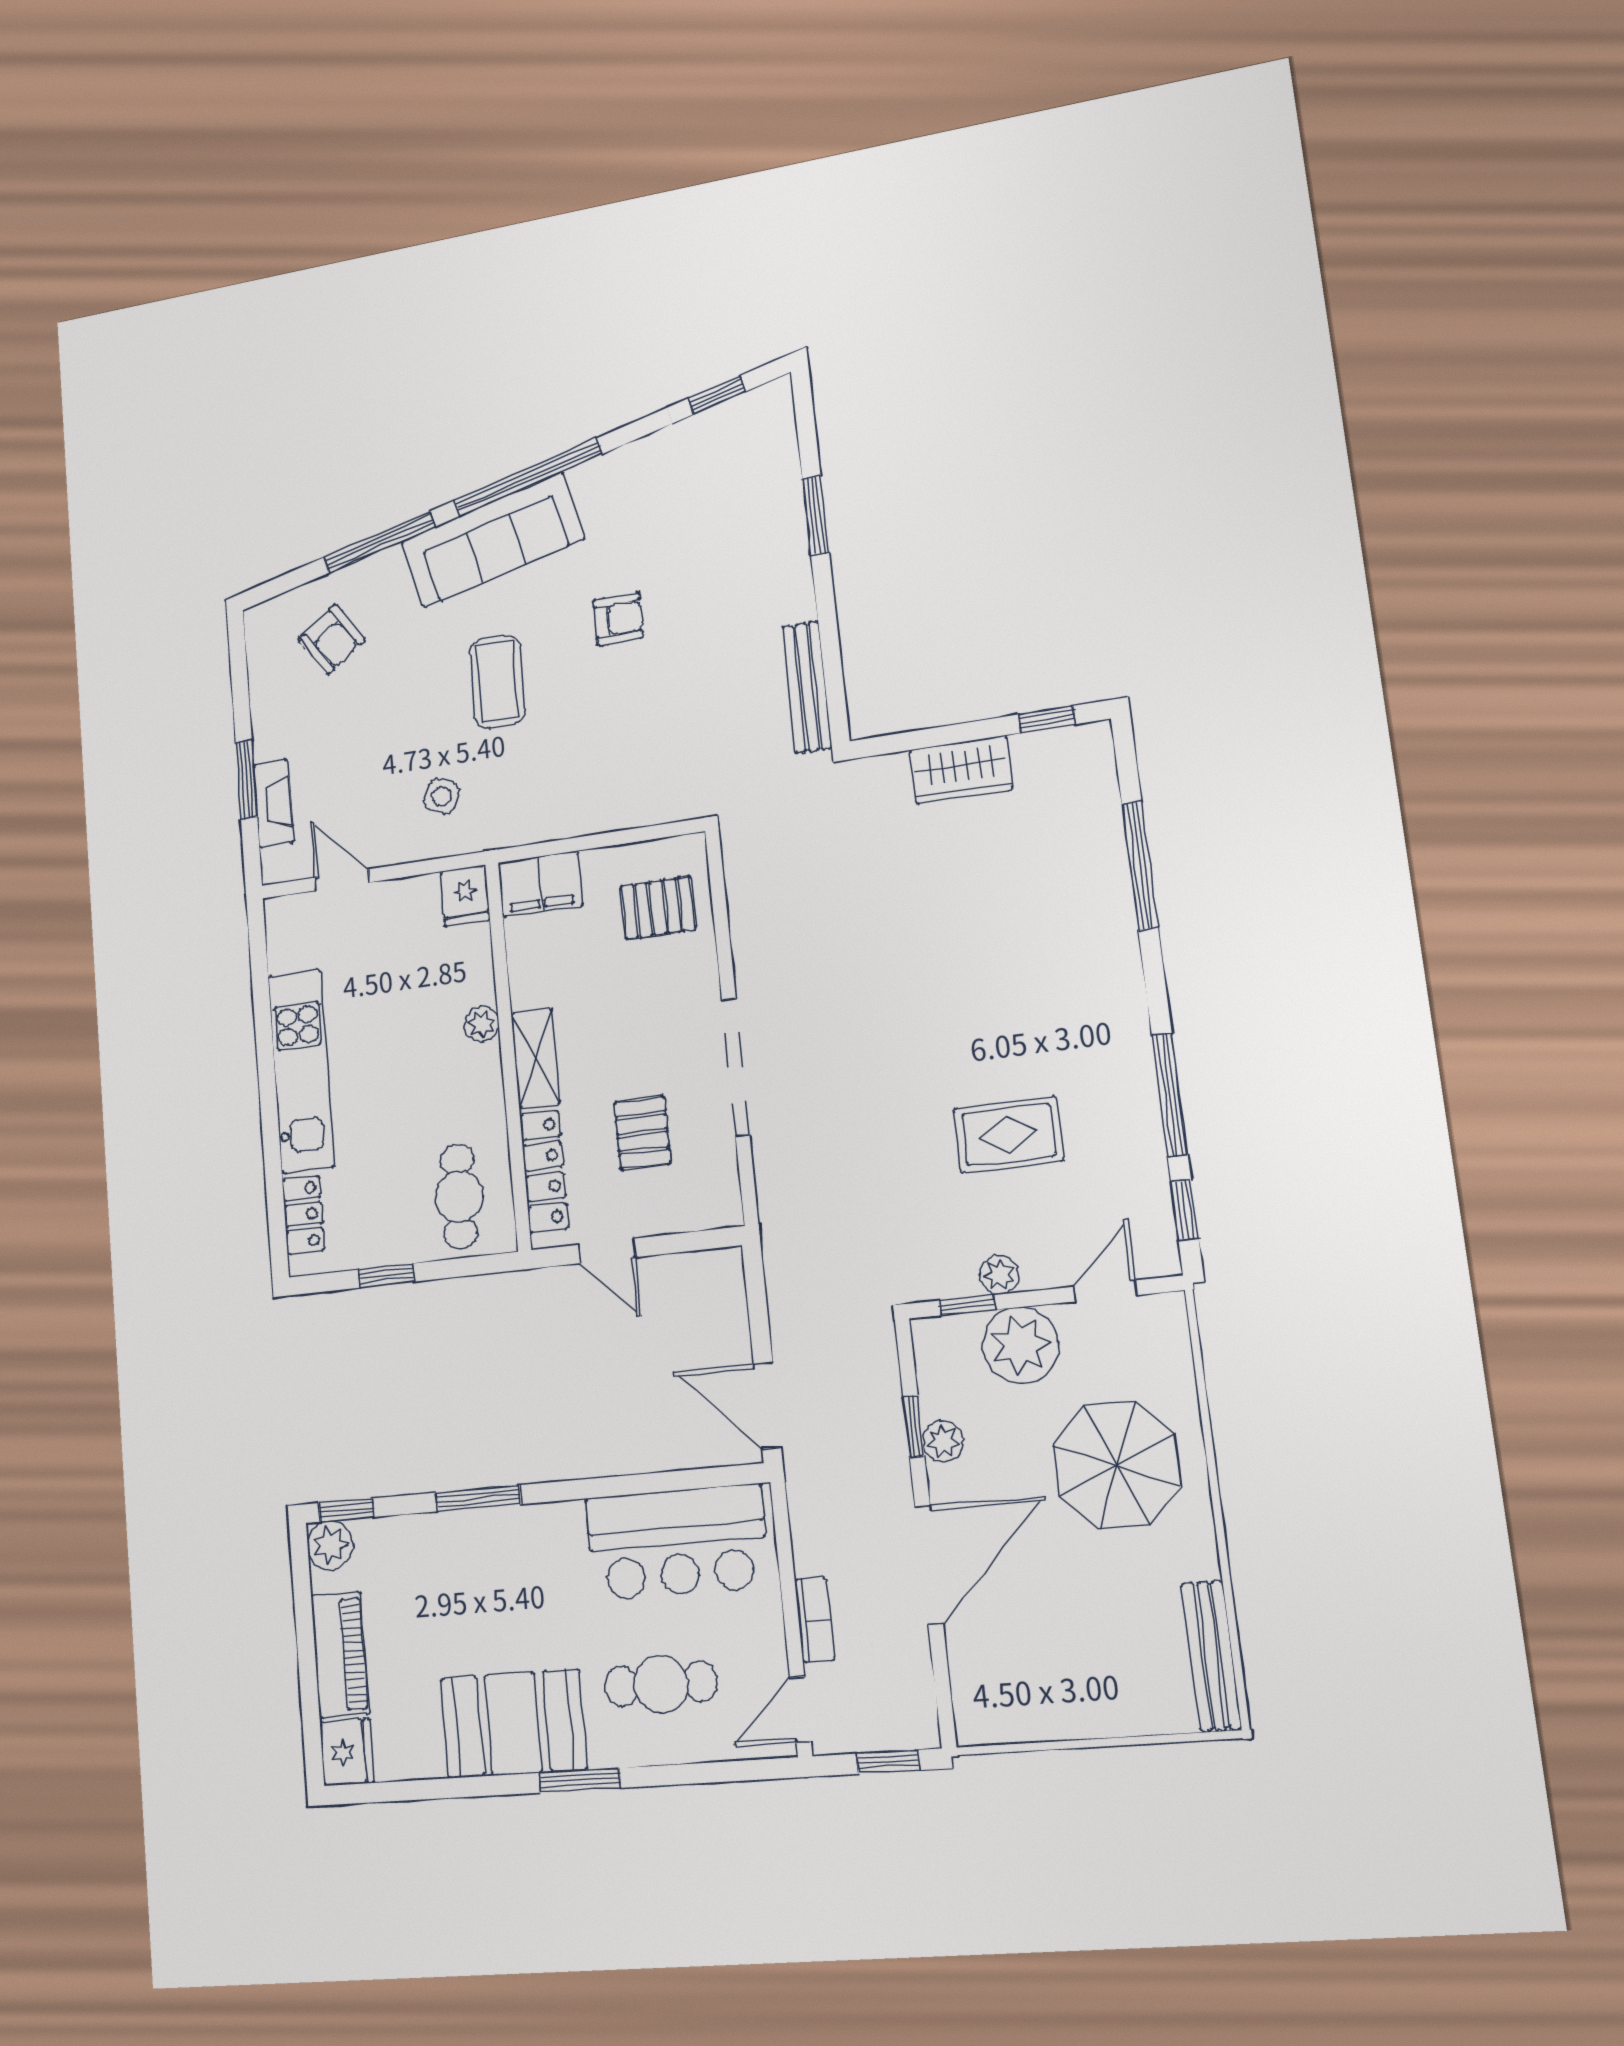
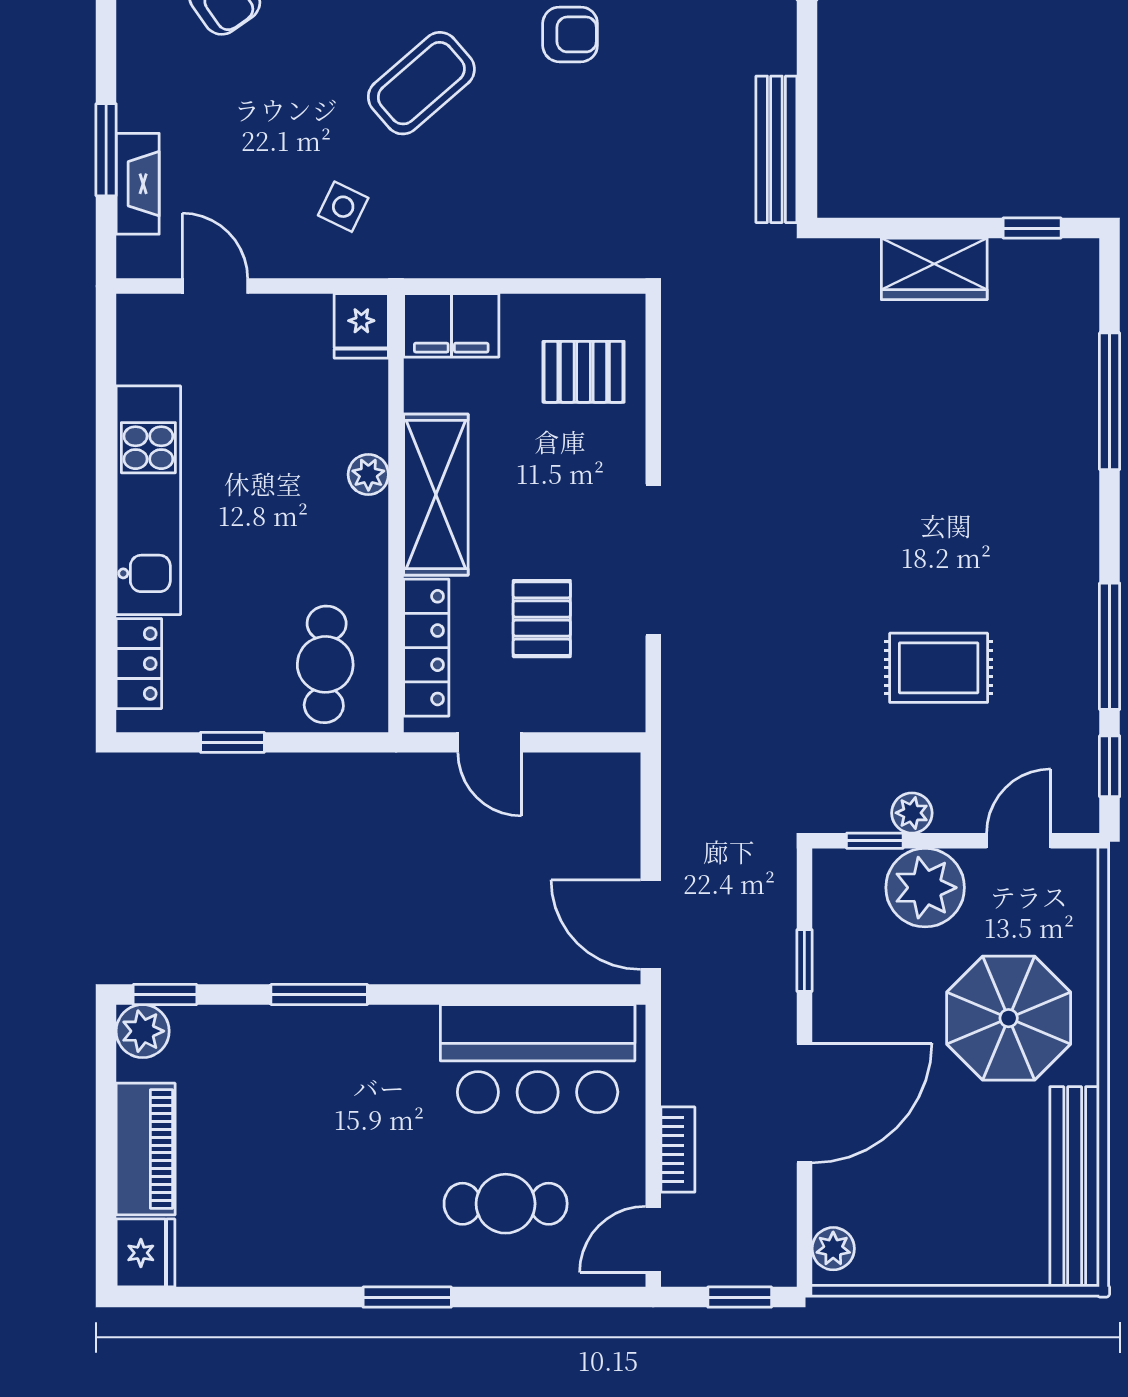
coffee table: (497, 681) -> (421, 83), turned 49
shelving: (536, 1059) -> (436, 495), width x1.50, depth x1.33
plant: (943, 1441) -> (833, 1249), moved
bench: (1212, 1656) -> (1075, 1186), width x1.37, depth x1.21
booth: (513, 1724) -> (338, 1234), removed

